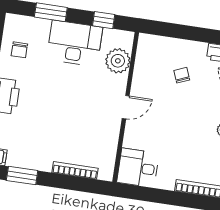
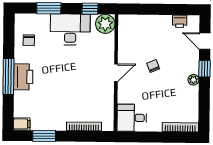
plant: (118, 61) -> (105, 24), moved
chair: (182, 75) -> (153, 66), moved

